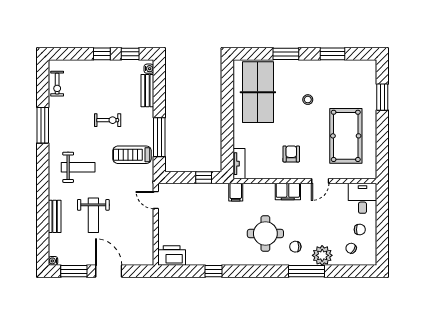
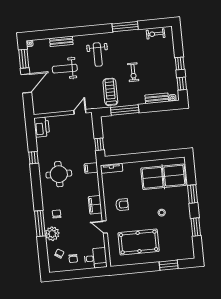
round table: (265, 233) -> (59, 174), moved

